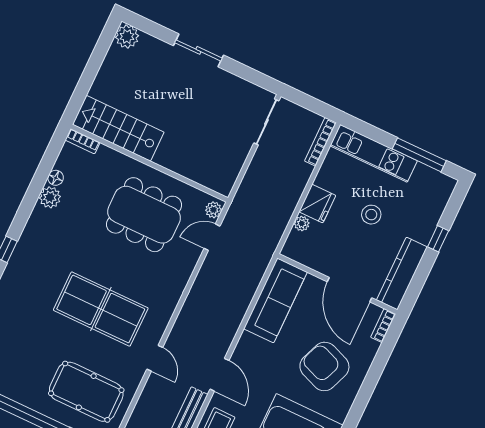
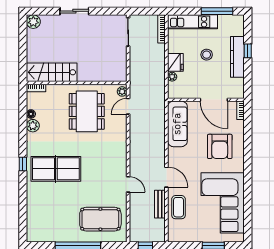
dining table: (144, 215) -> (87, 111), turned 90
kitchen counter: (402, 273) -> (237, 57), moved
table tennis table: (101, 309) -> (56, 169), moved
armchair: (324, 366) -> (220, 146), turned -111

